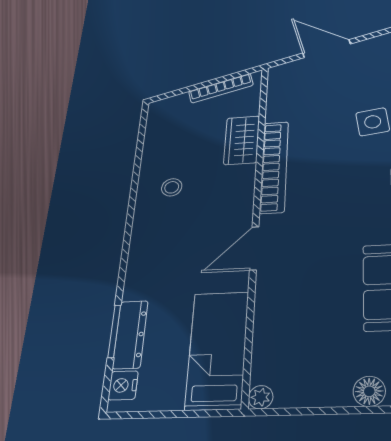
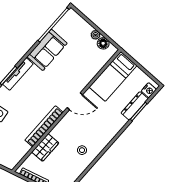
floor lamp: (369, 391) -> (103, 43), moved
plant: (261, 397) -> (95, 35), moved

